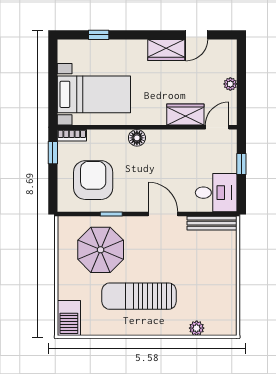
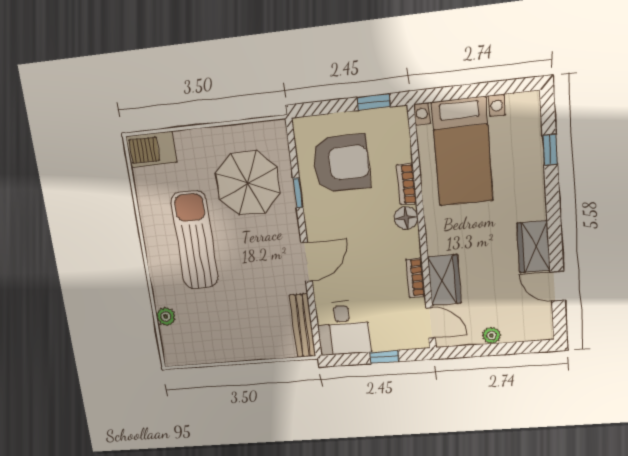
bookcase: (72, 135) -> (407, 184), moved
bookcase: (182, 135) -> (416, 278), added

